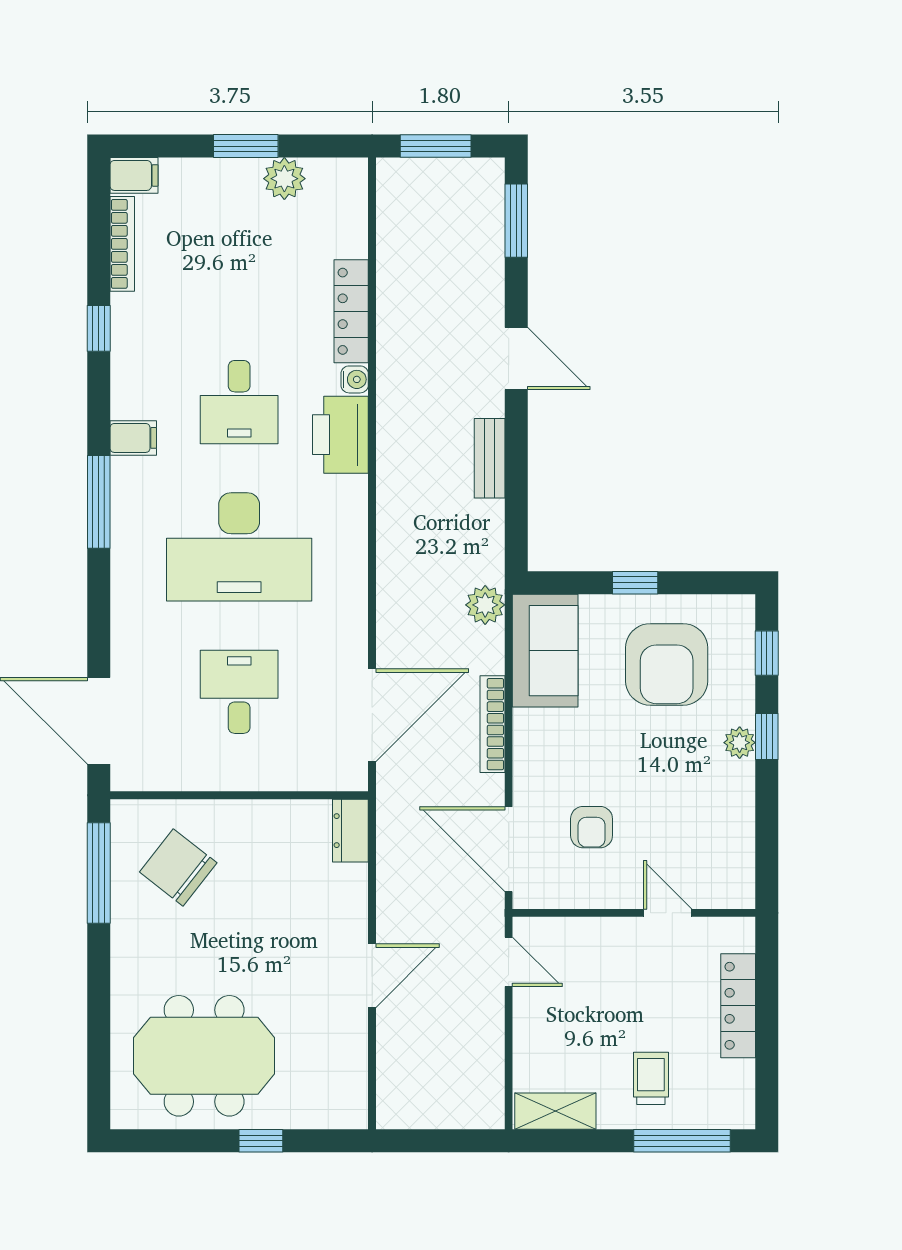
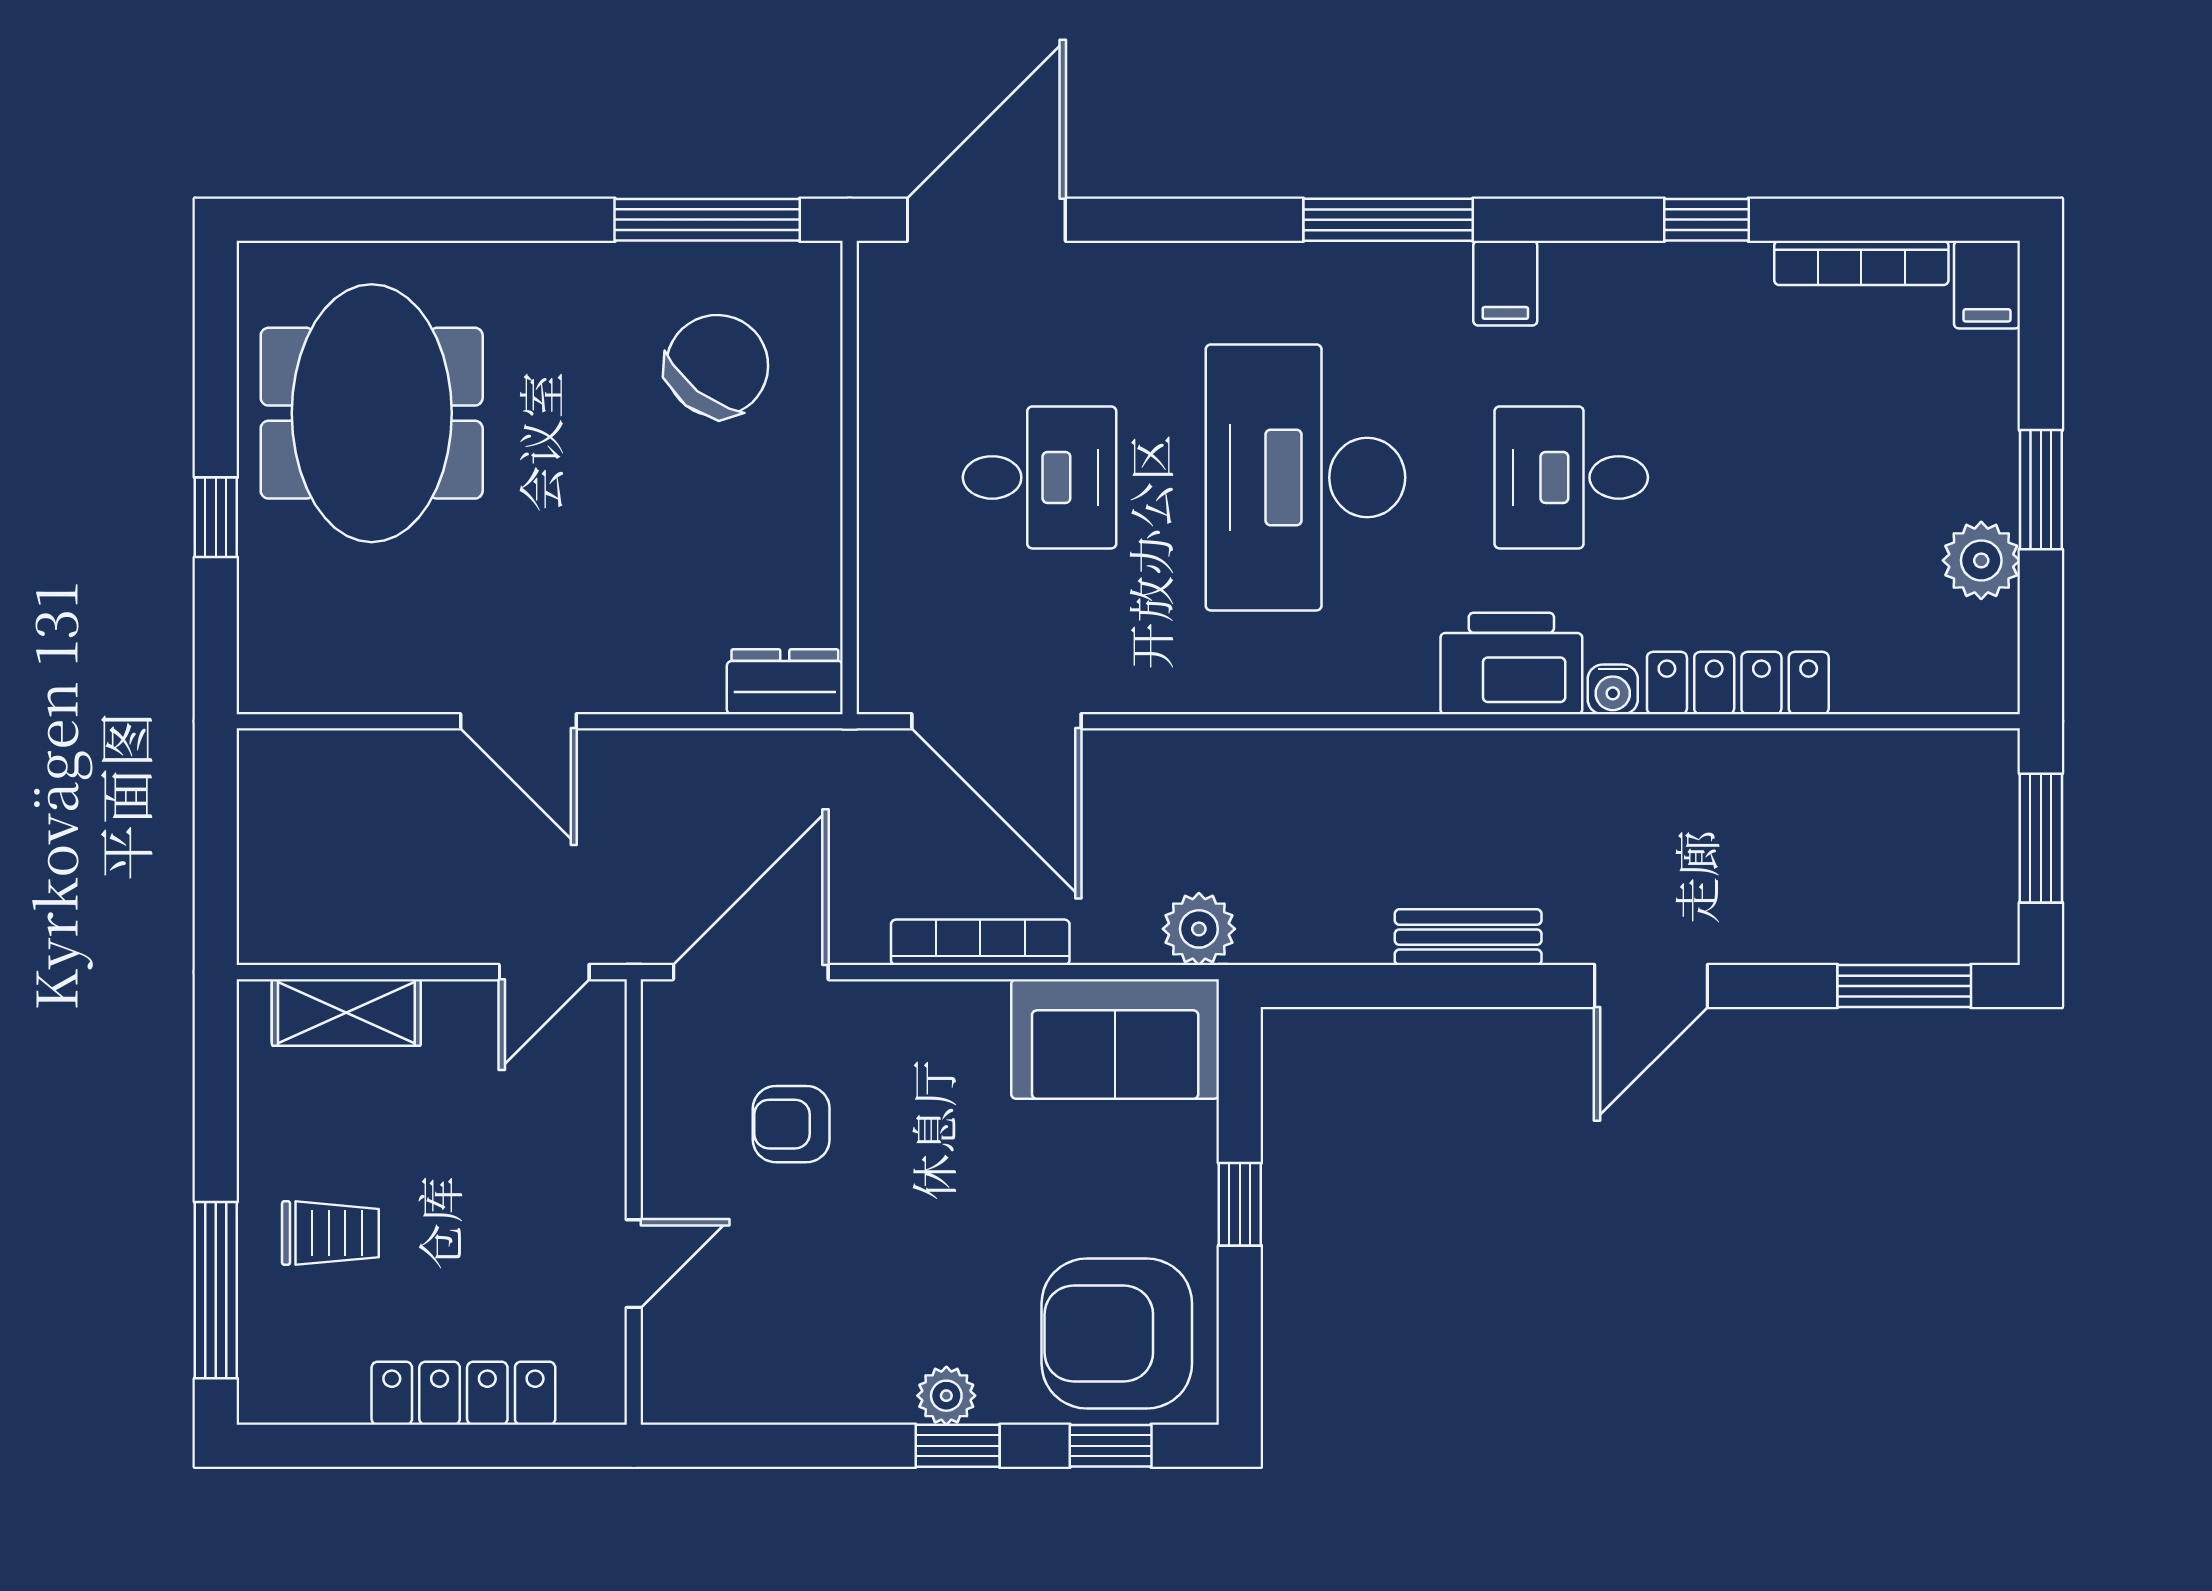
armchair: (667, 664) -> (1117, 1333), moved
shelving: (555, 1111) -> (346, 1012), moved, turned 90

